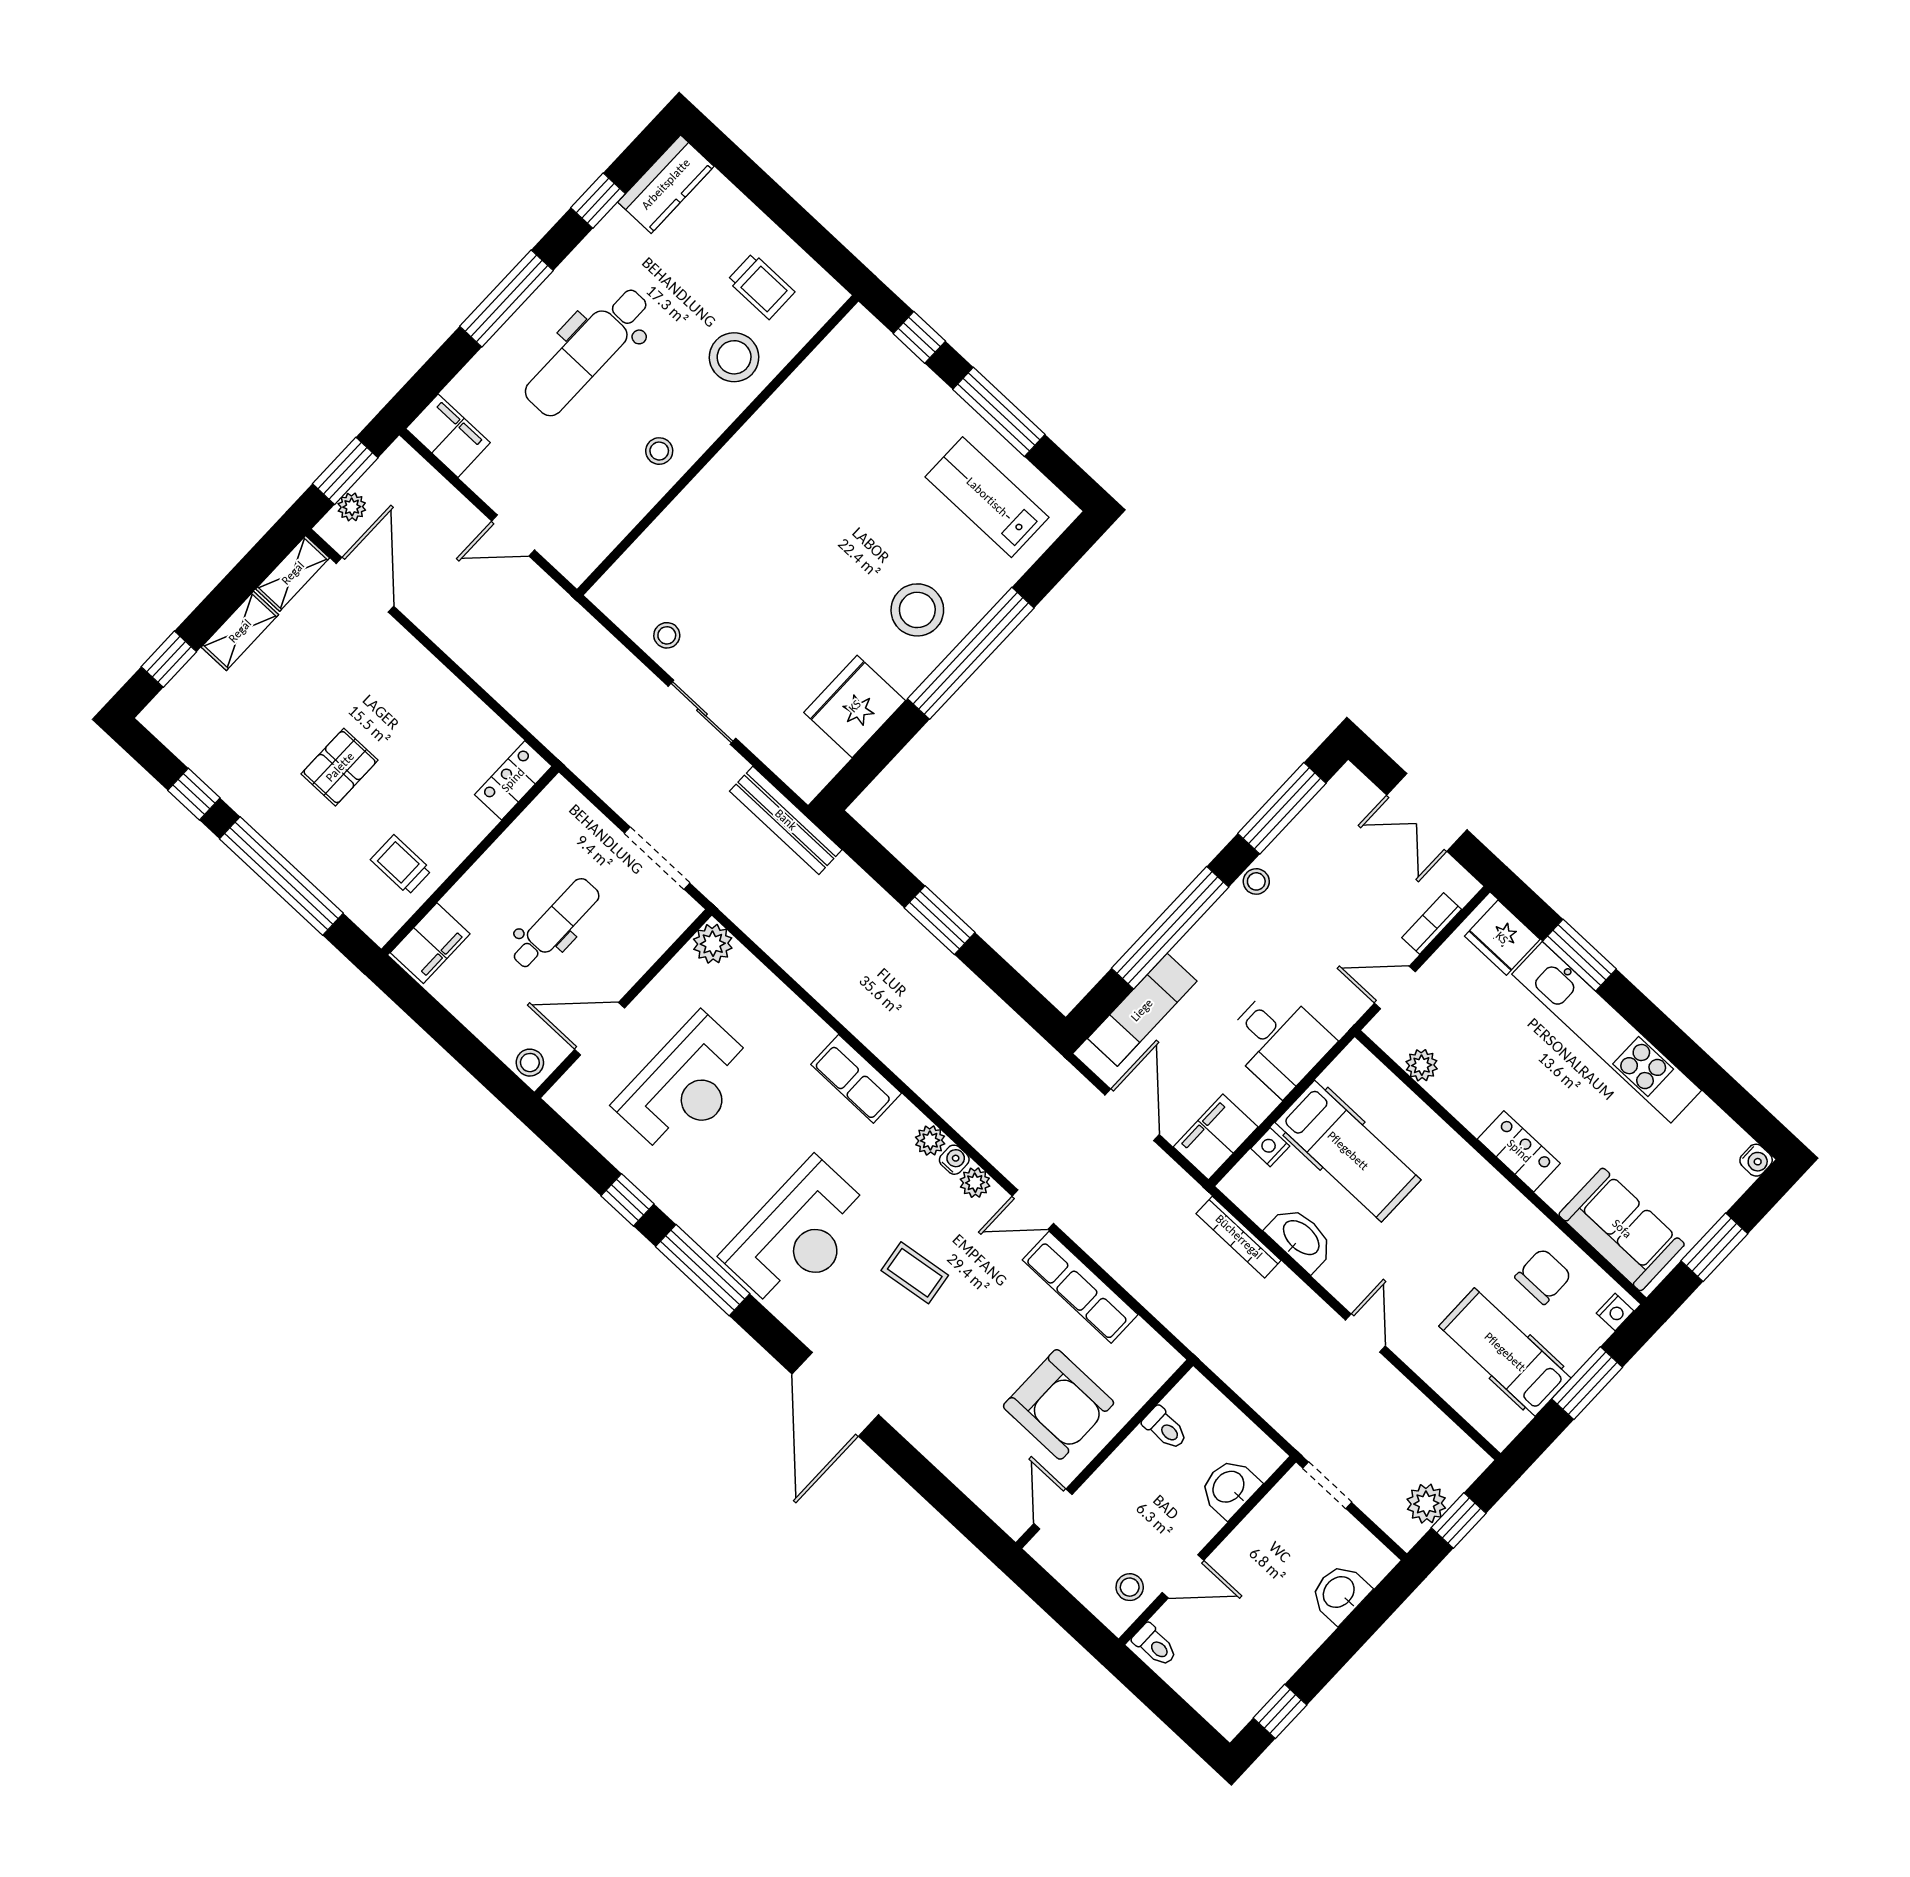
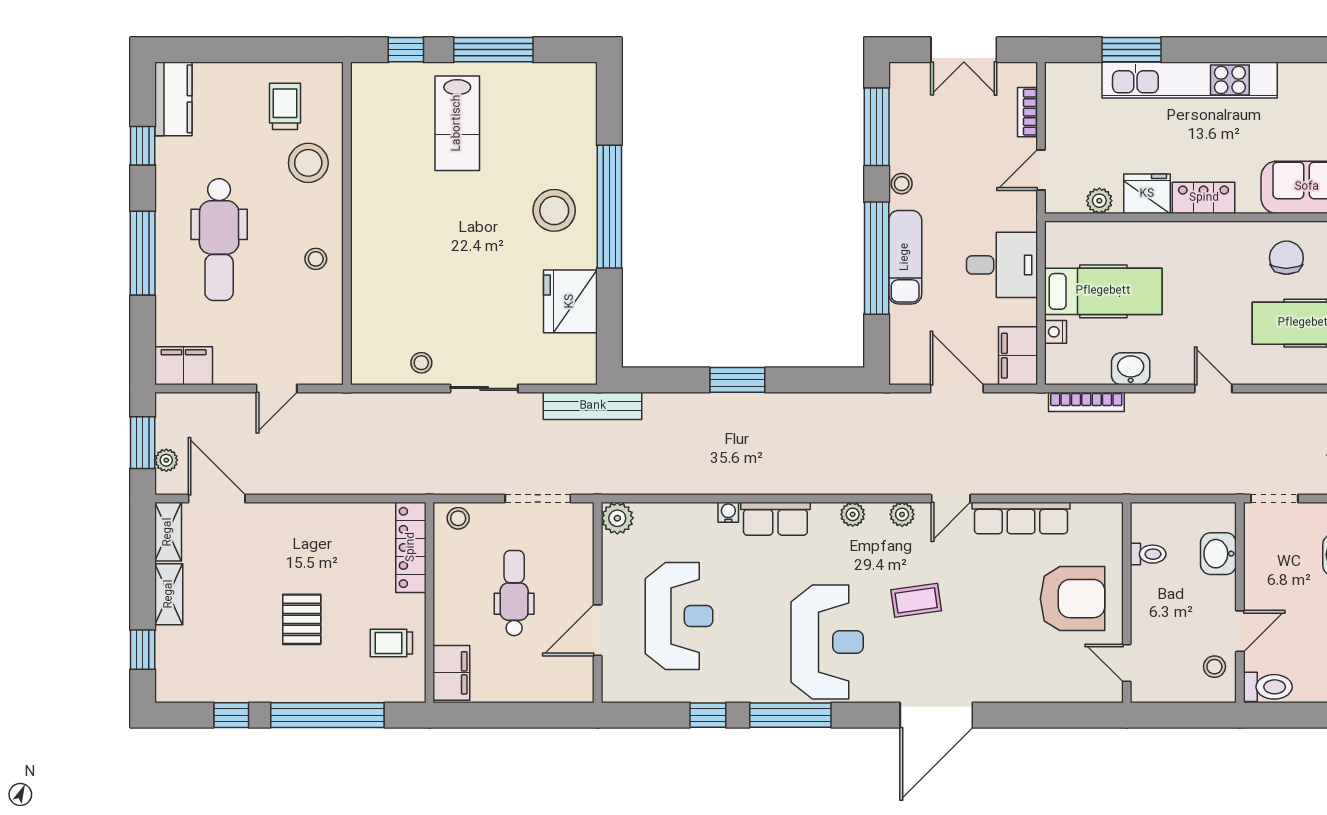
trolley: (761, 286) -> (285, 106), turned -90
lab bench: (987, 497) -> (457, 123), moved, turned -90
locker: (513, 780) -> (411, 547), width x1.53
fridge: (1502, 938) -> (1147, 194), moved, turned 180
exam couch: (1142, 1010) -> (905, 257), moved
stool: (530, 1063) -> (458, 518), moved
water cooler: (954, 1160) -> (728, 512), moved
washbasin: (1300, 1238) -> (1131, 369), width x0.72
door: (835, 1394) -> (936, 715), hinge flipped
toilet: (1155, 1645) -> (1268, 687), width x1.37, depth x1.39

